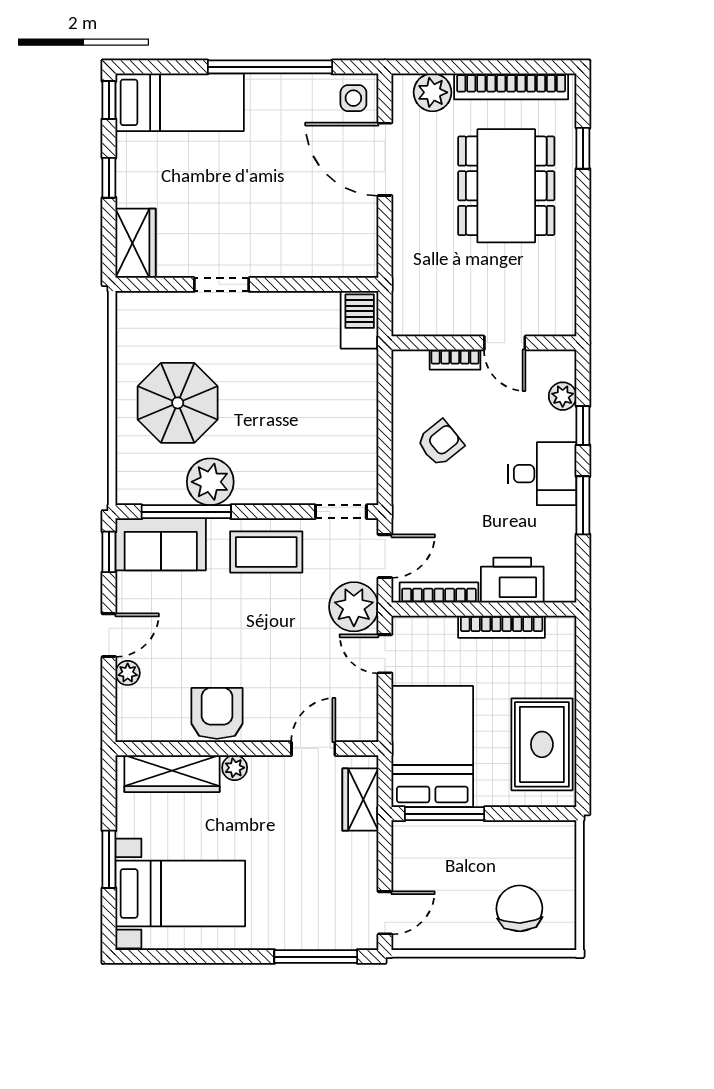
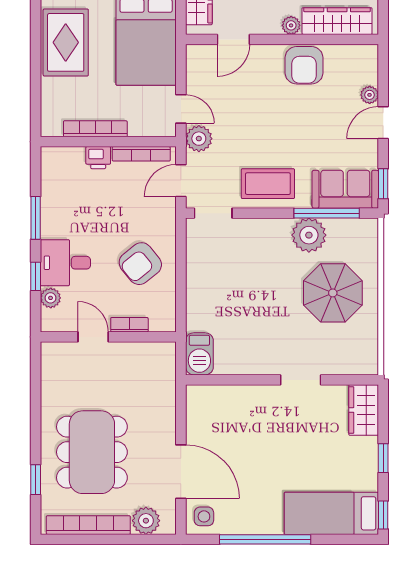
armchair: (440, 443) -> (140, 264), width x1.38, depth x1.38
desk: (542, 474) -> (65, 263), moved
printer: (512, 580) -> (98, 158), width x0.53, depth x0.68
plant: (354, 607) -> (199, 139), width x0.73, depth x0.73

